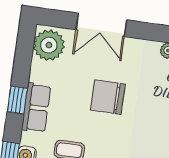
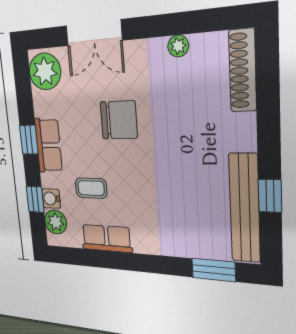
chair: (108, 97) -> (119, 120), turned 180

